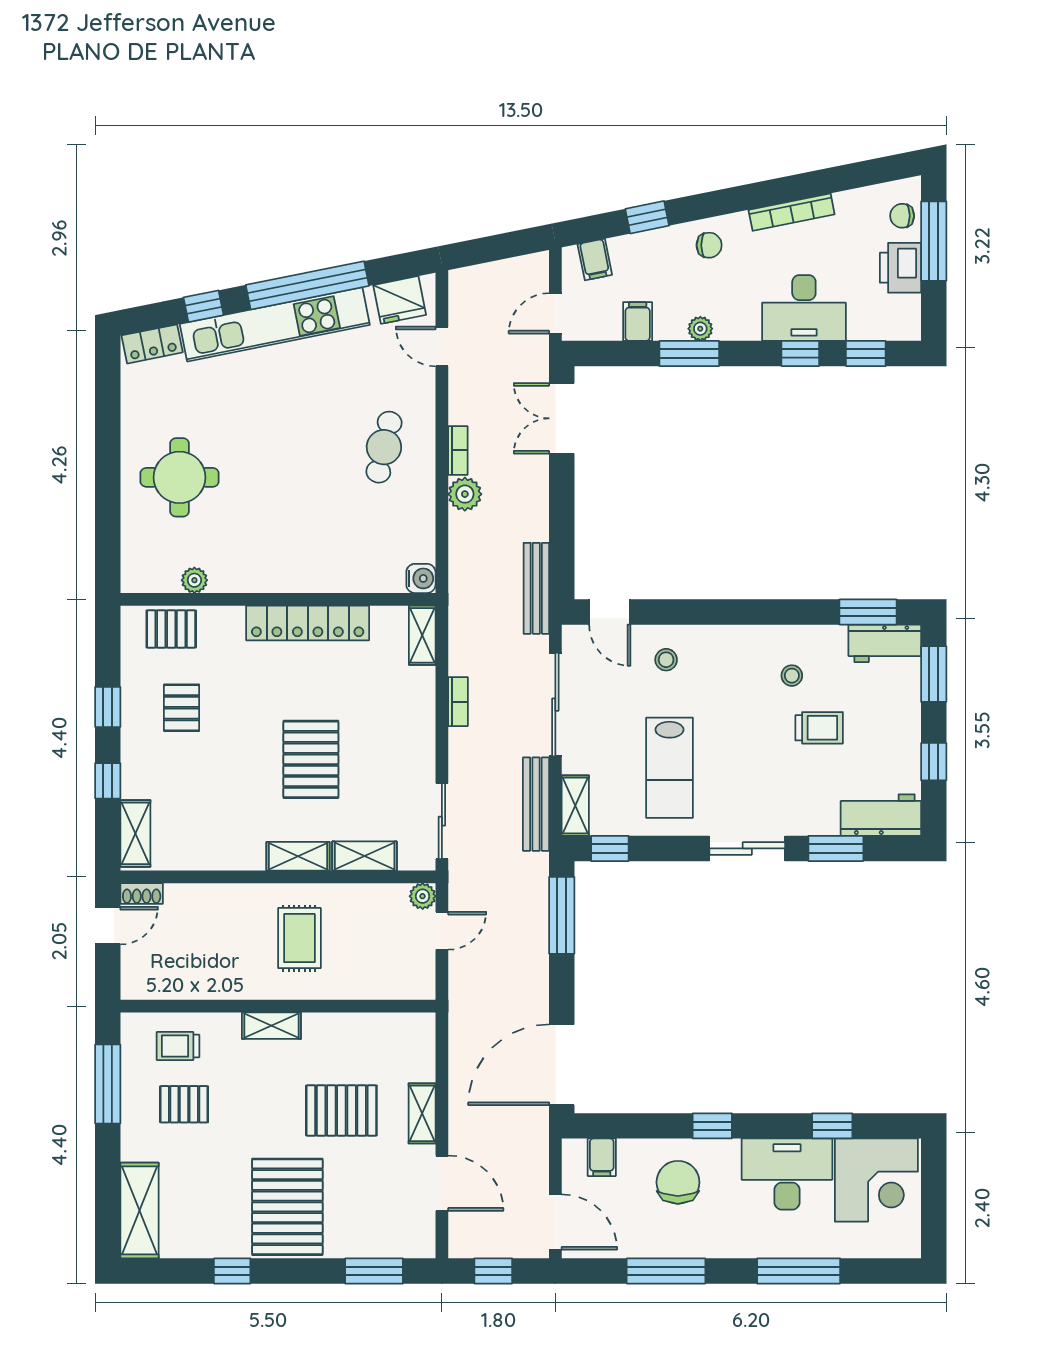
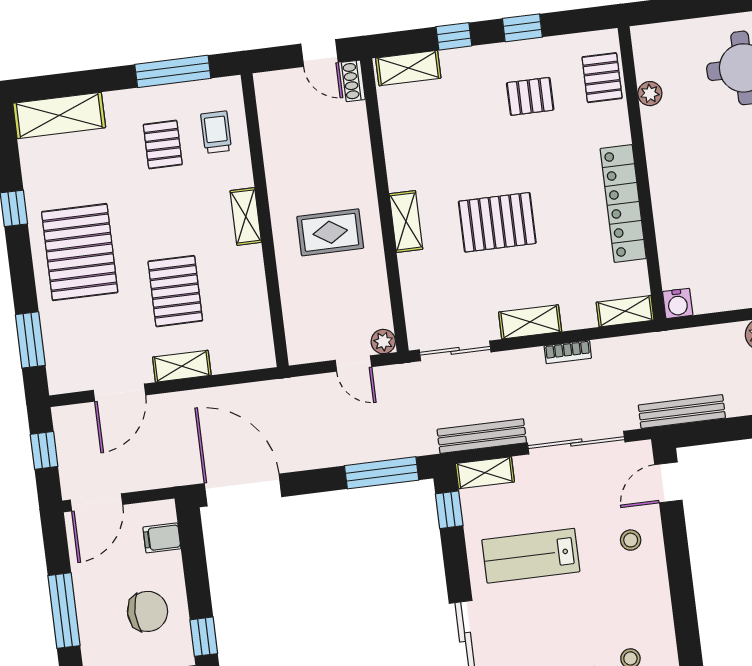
shelving: (365, 856) -> (530, 322), moved, turned 90
pallet: (287, 1207) -> (80, 252), turned 90

